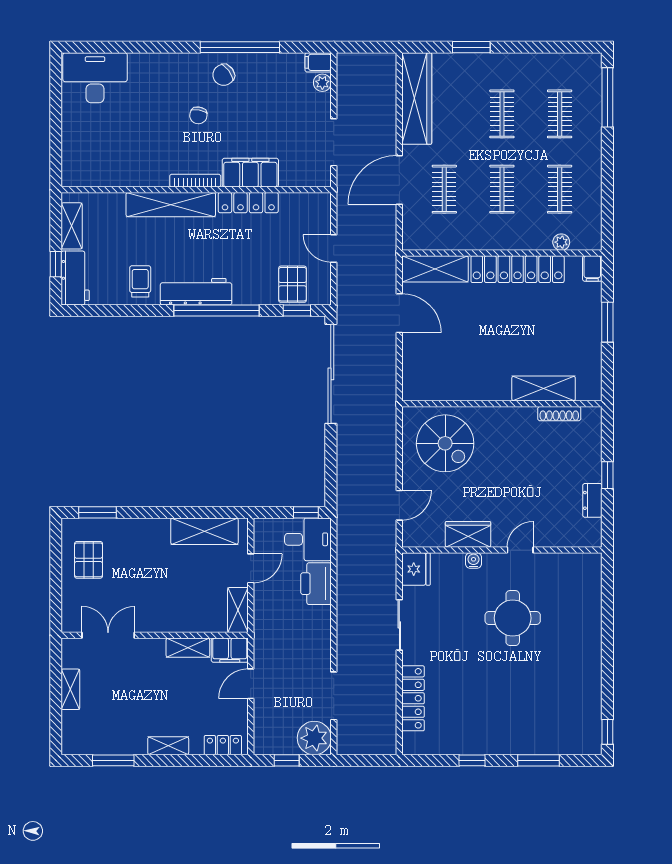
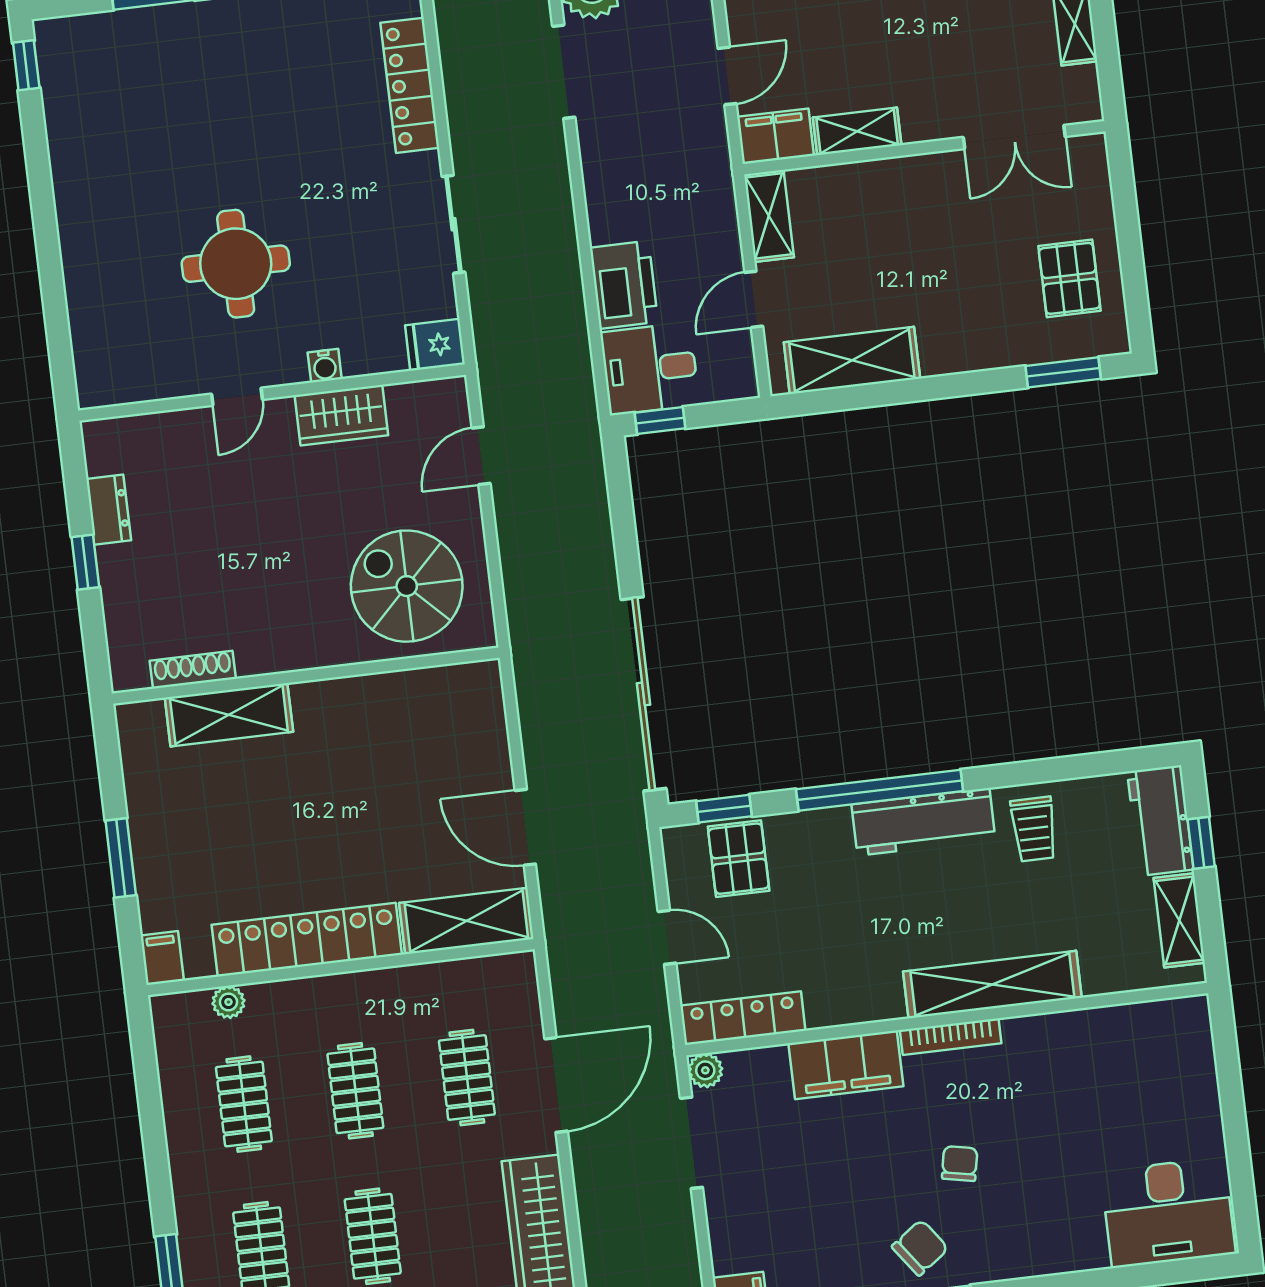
plant: (322, 83) -> (705, 1070), moved
locker: (248, 203) -> (743, 1018), moved
fridge: (416, 569) -> (435, 345), width x0.72

